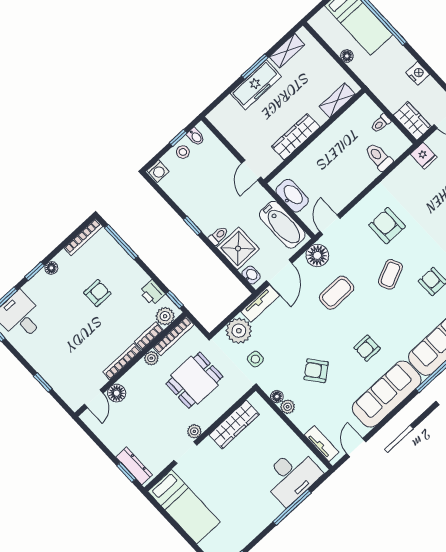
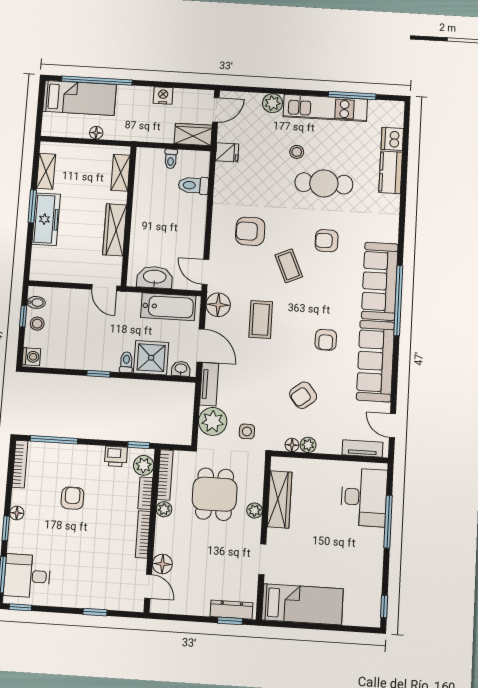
plant: (194, 431) -> (255, 511), moved

